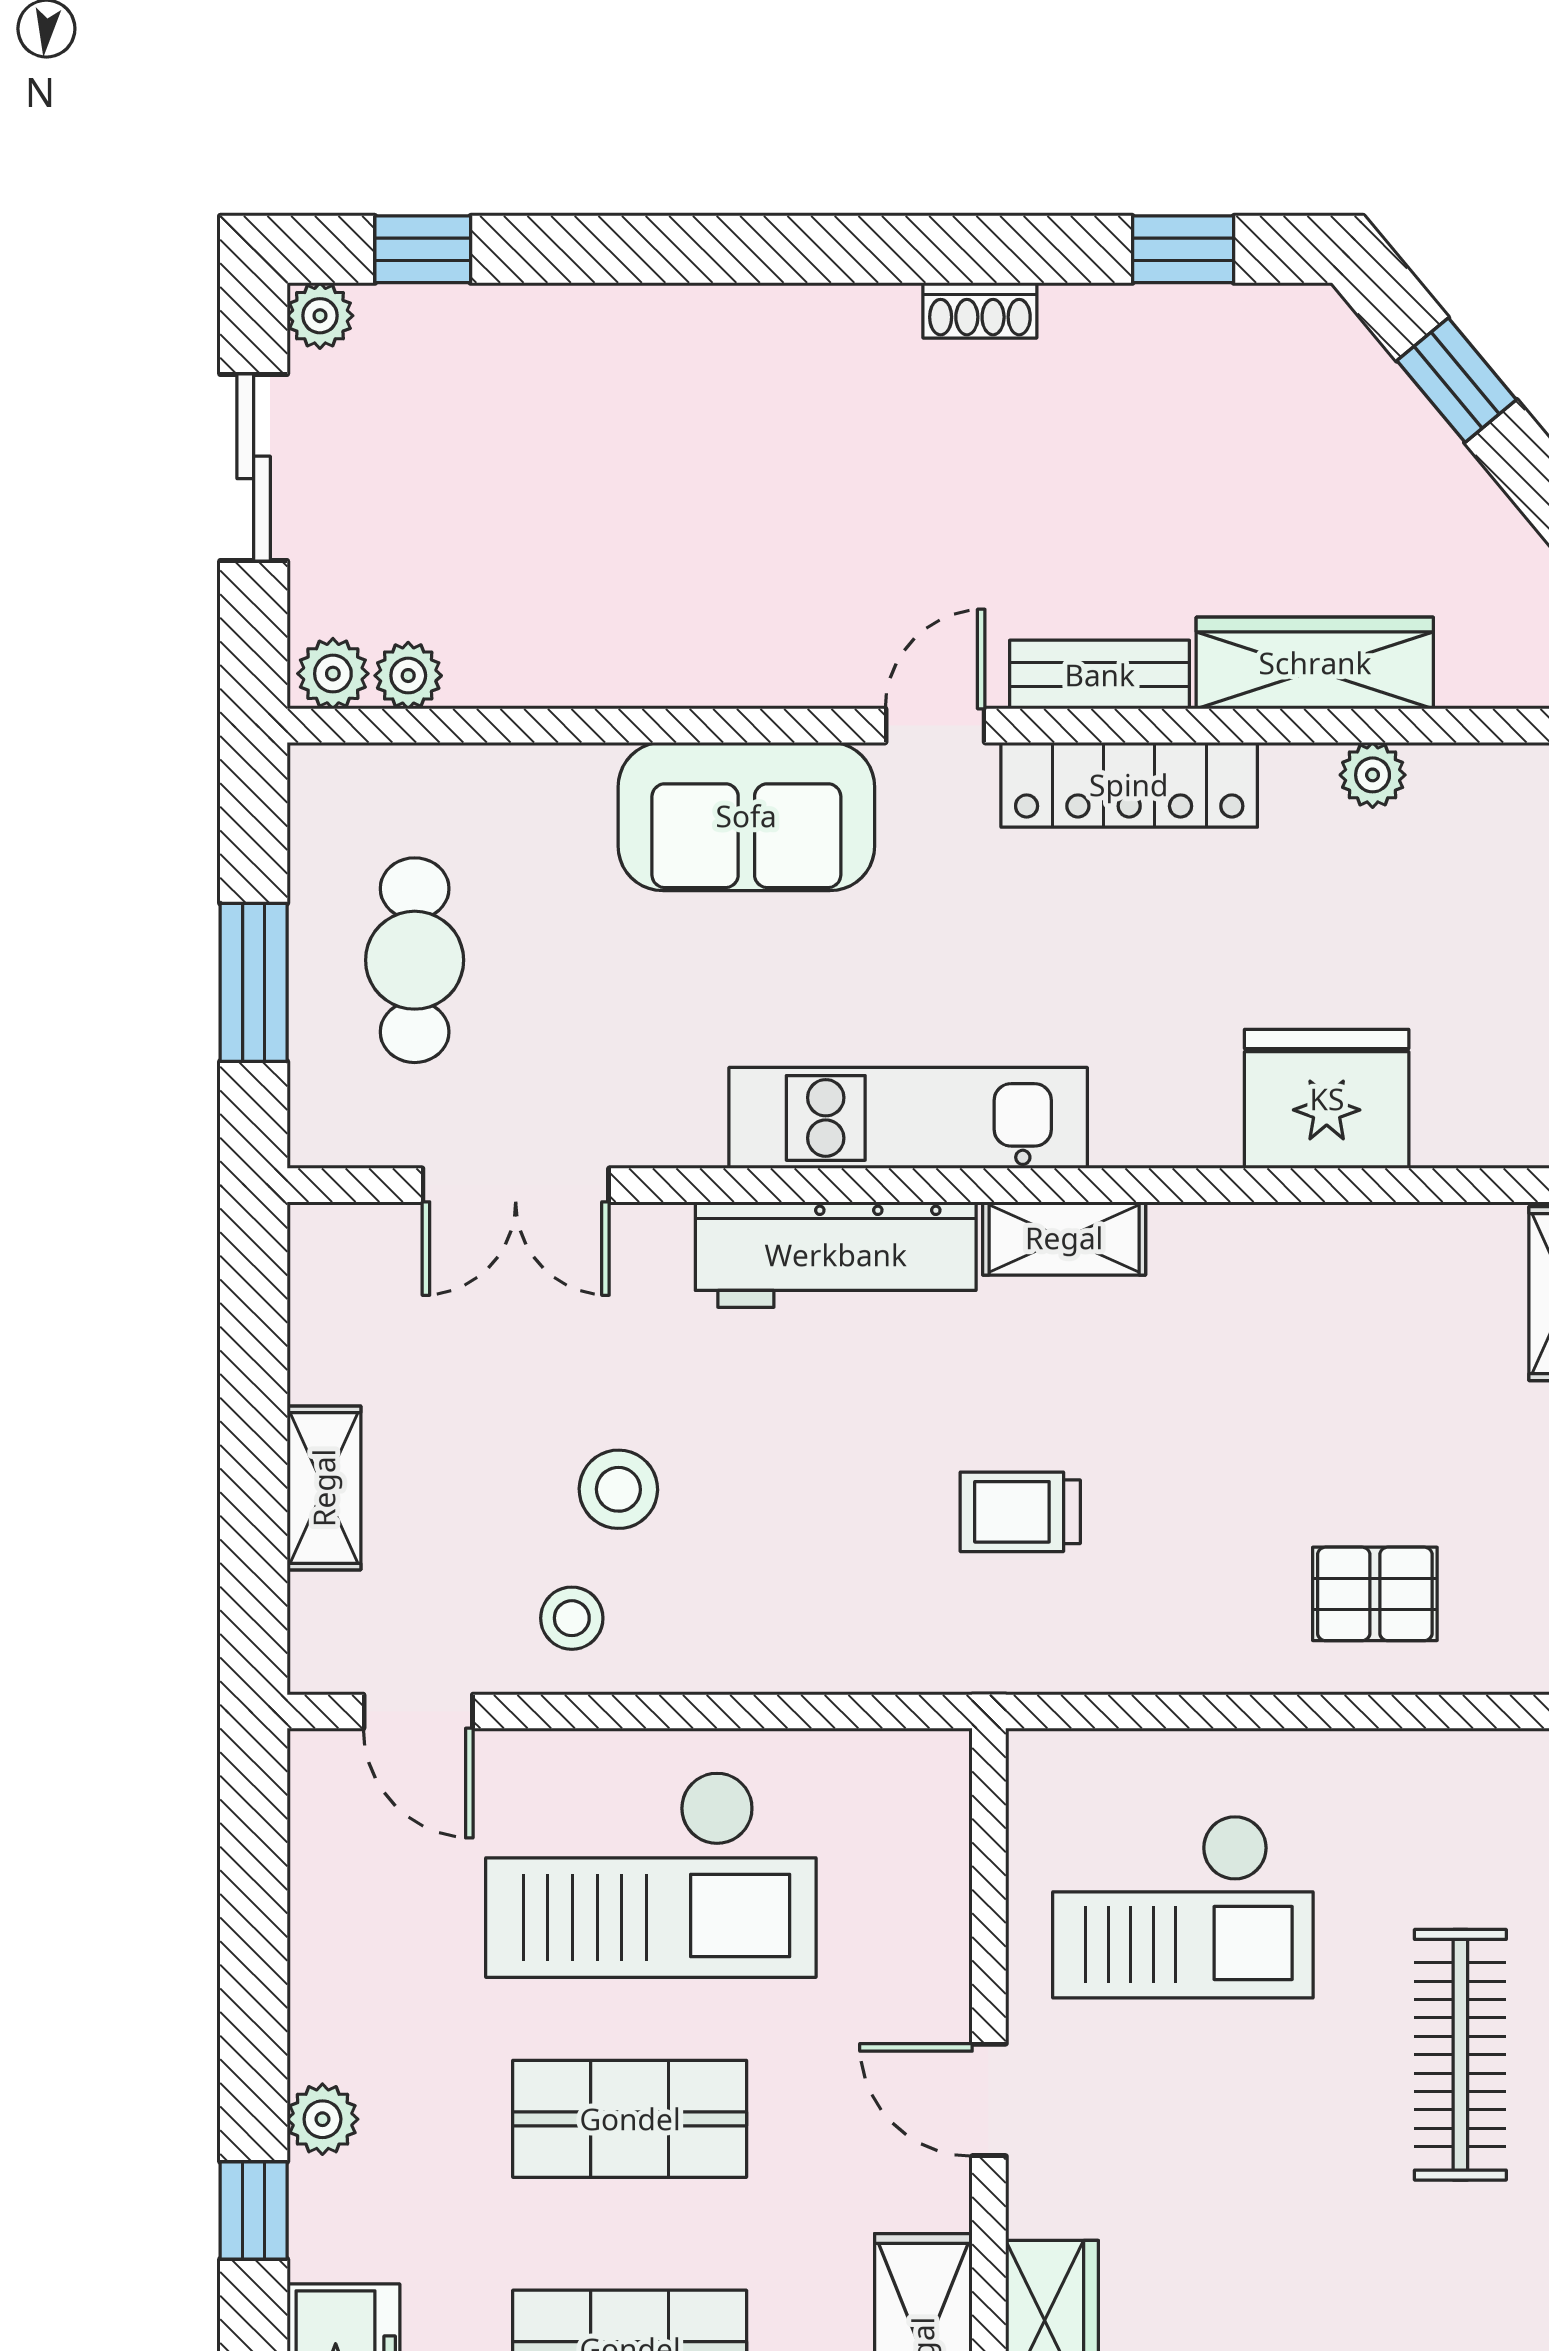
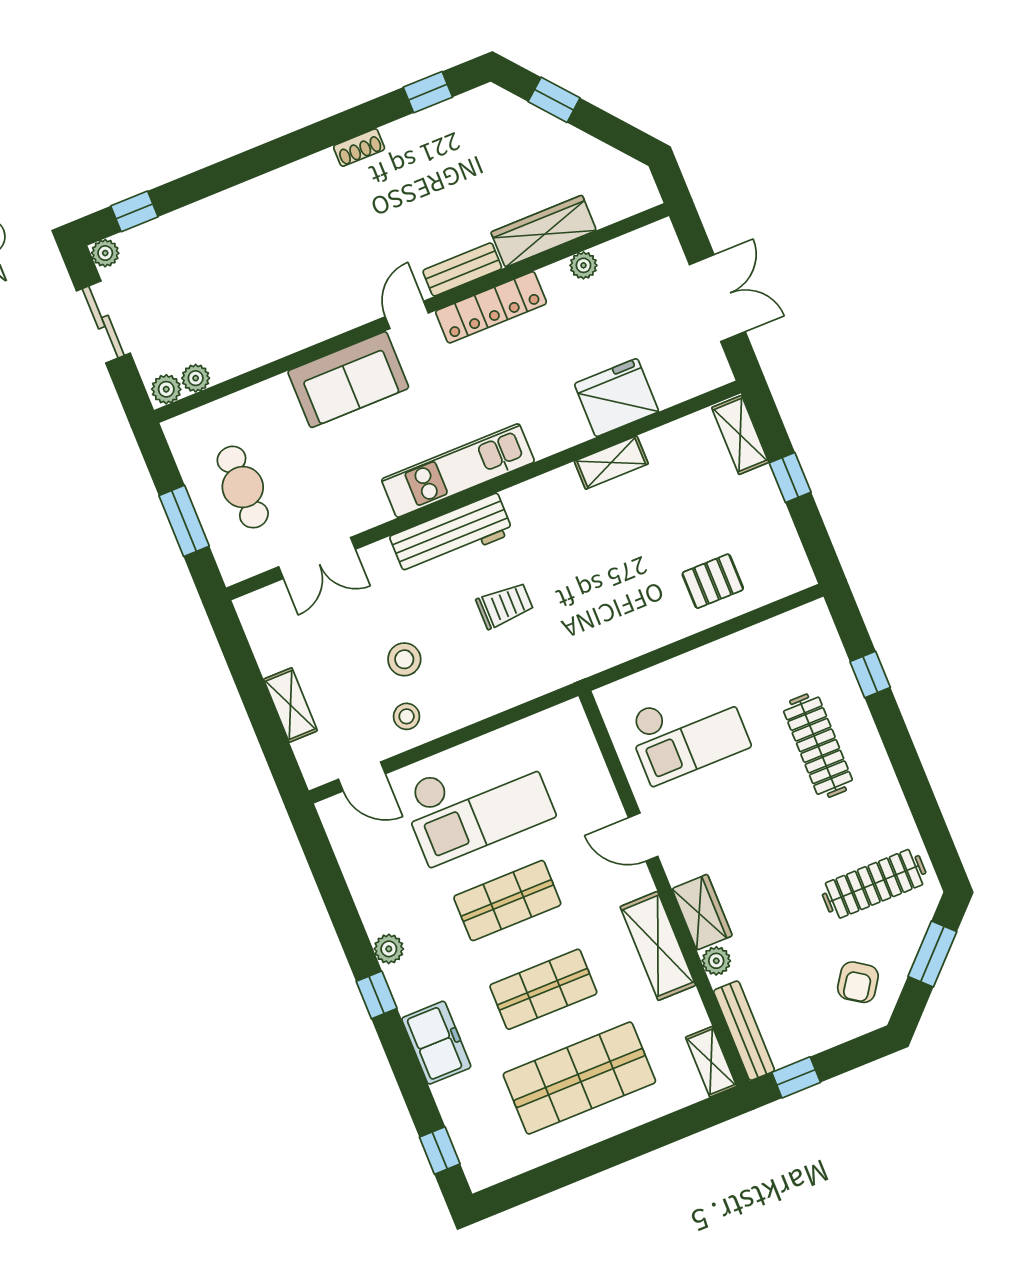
shelving: (1064, 1238) -> (611, 463), moved
trolley: (1020, 1512) -> (505, 605), moved, turned 180

